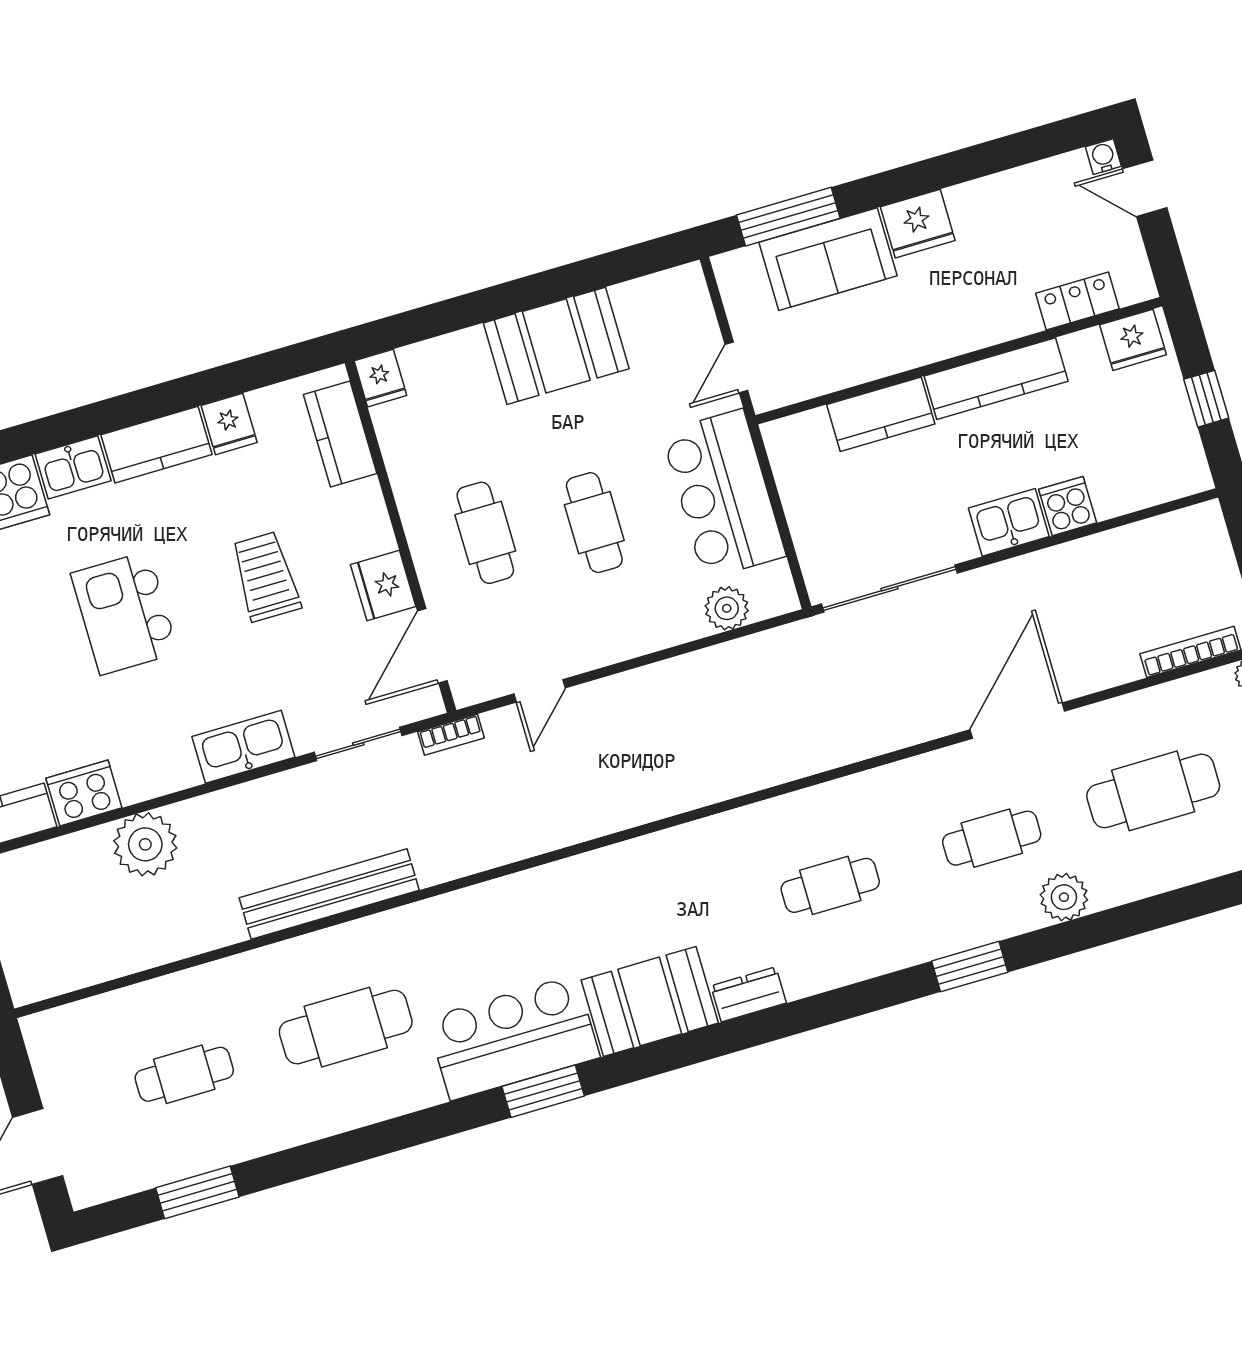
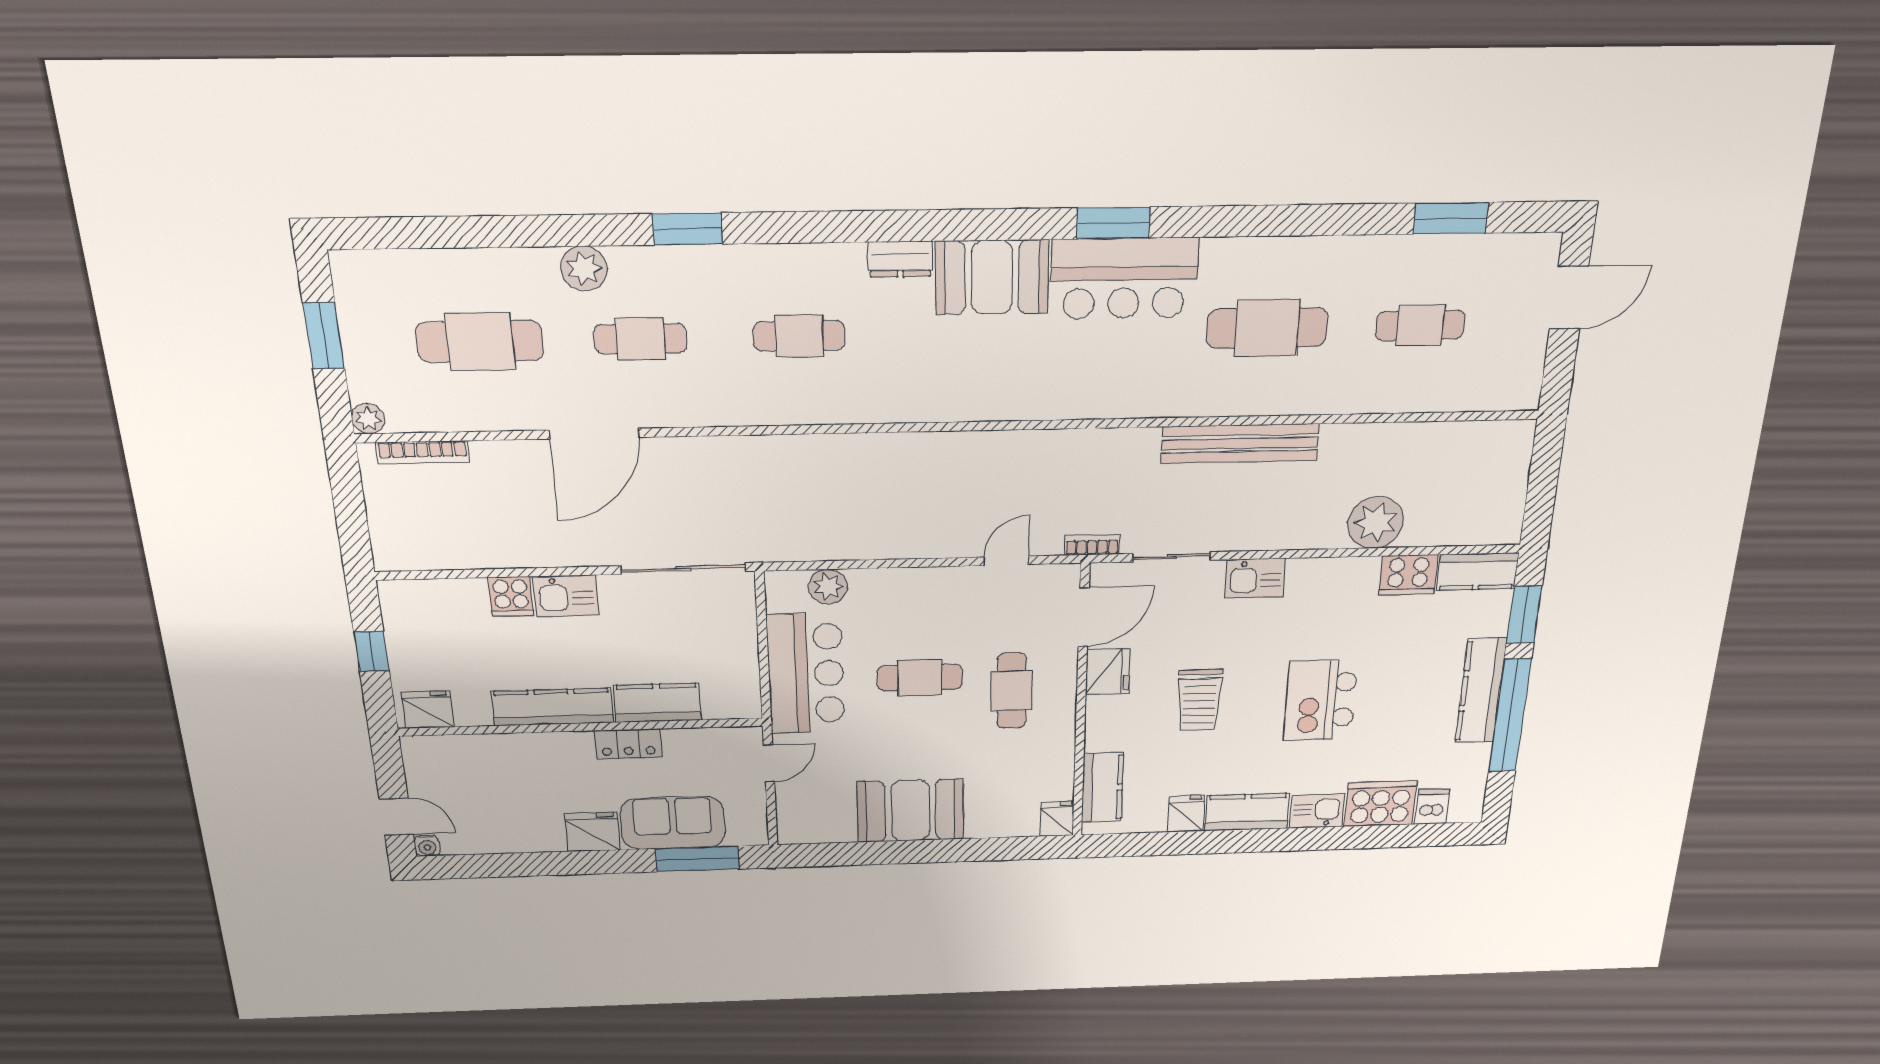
locker: (1077, 301) -> (628, 744), moved
cafe table: (594, 523) -> (920, 678), turned 90
kitchen island: (125, 613) -> (1320, 700), turned 180
kitchen sink: (243, 747) -> (1255, 578), width x0.73

